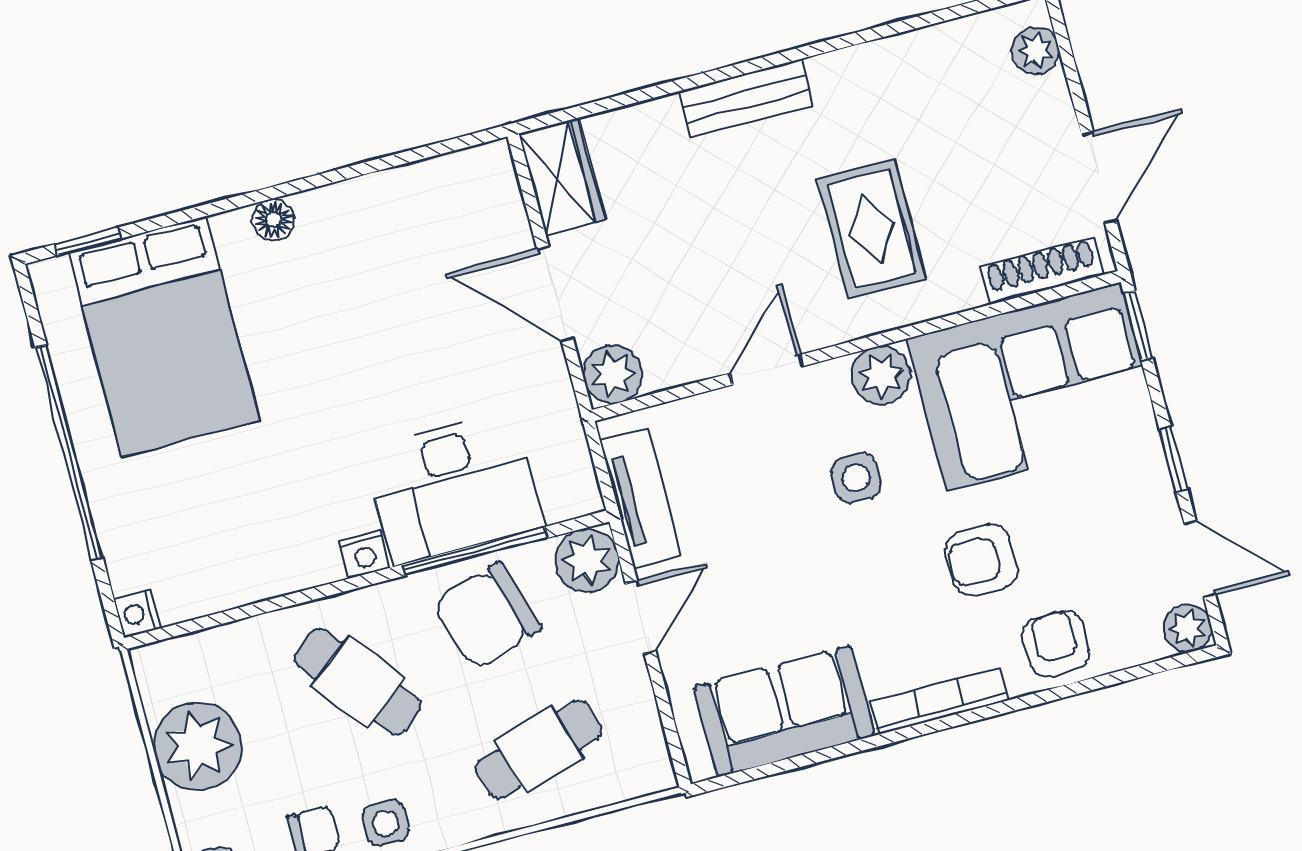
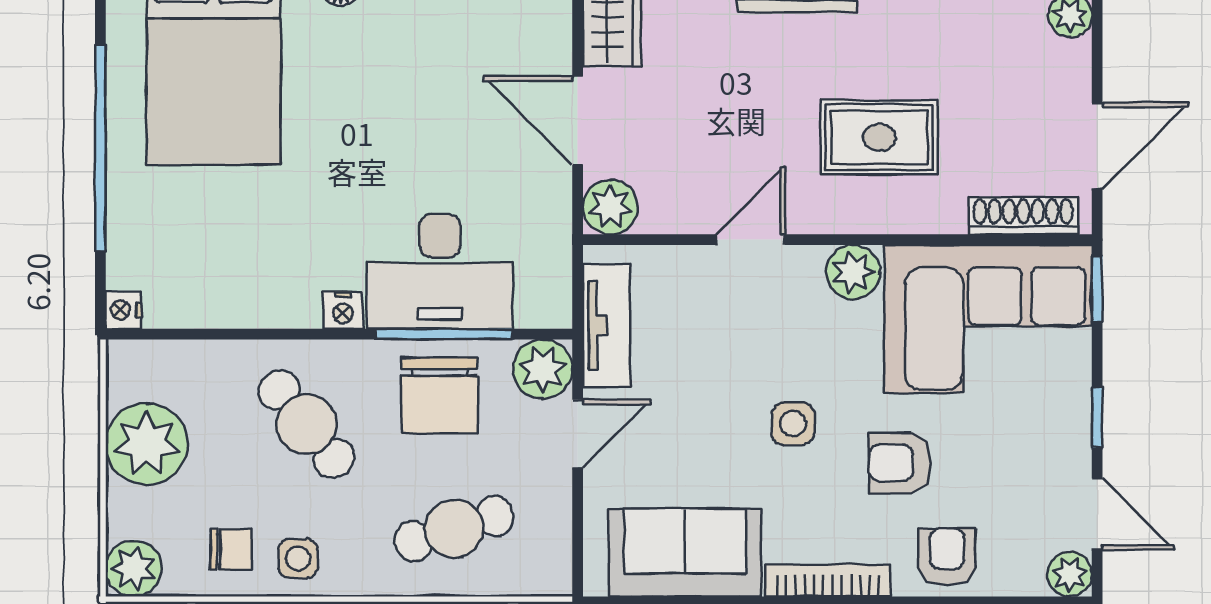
rug: (871, 229) -> (879, 137), turned 90
side table: (856, 478) -> (793, 424), moved
chair: (487, 616) -> (439, 395), turned -73

